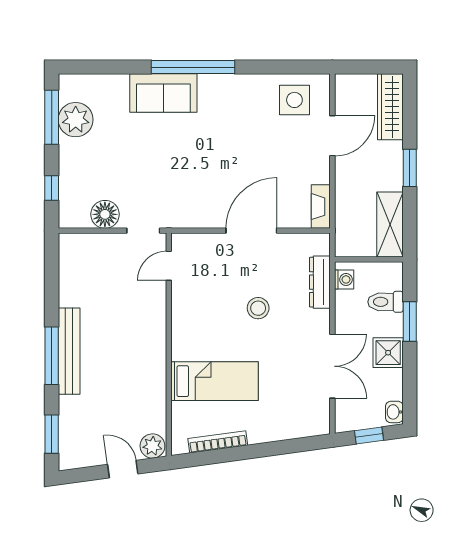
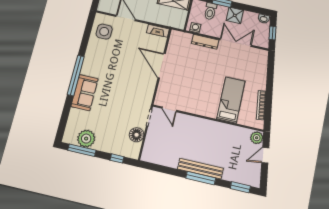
dresser: (320, 282) -> (205, 42), moved
stool: (258, 308) -> (200, 71), removed

